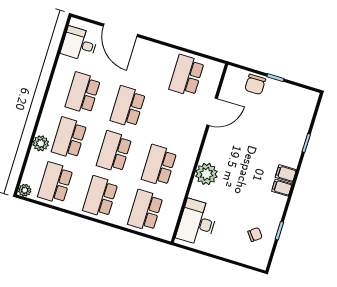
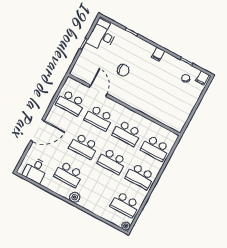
door: (120, 30) -> (37, 131), moved
chair: (255, 84) -> (123, 70), moved
school desk: (69, 138) -> (99, 118), moved
plant: (41, 143) -> (75, 197), moved
plant: (206, 174) -> (139, 103), removed
filing cabinet: (286, 174) -> (202, 78), moved
desk: (197, 223) -> (102, 35), moved, turned 90

